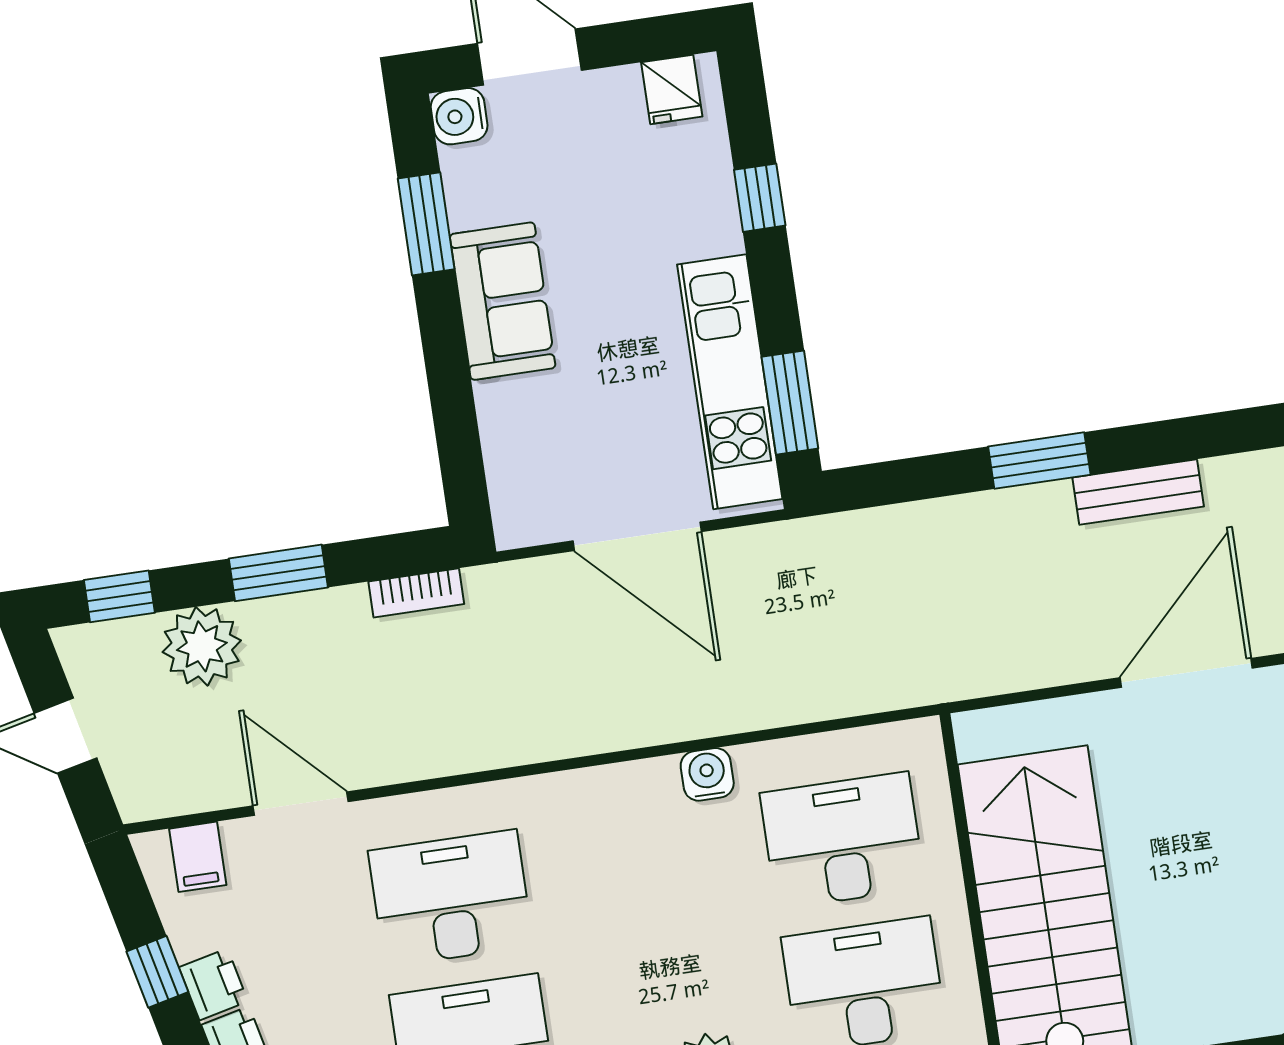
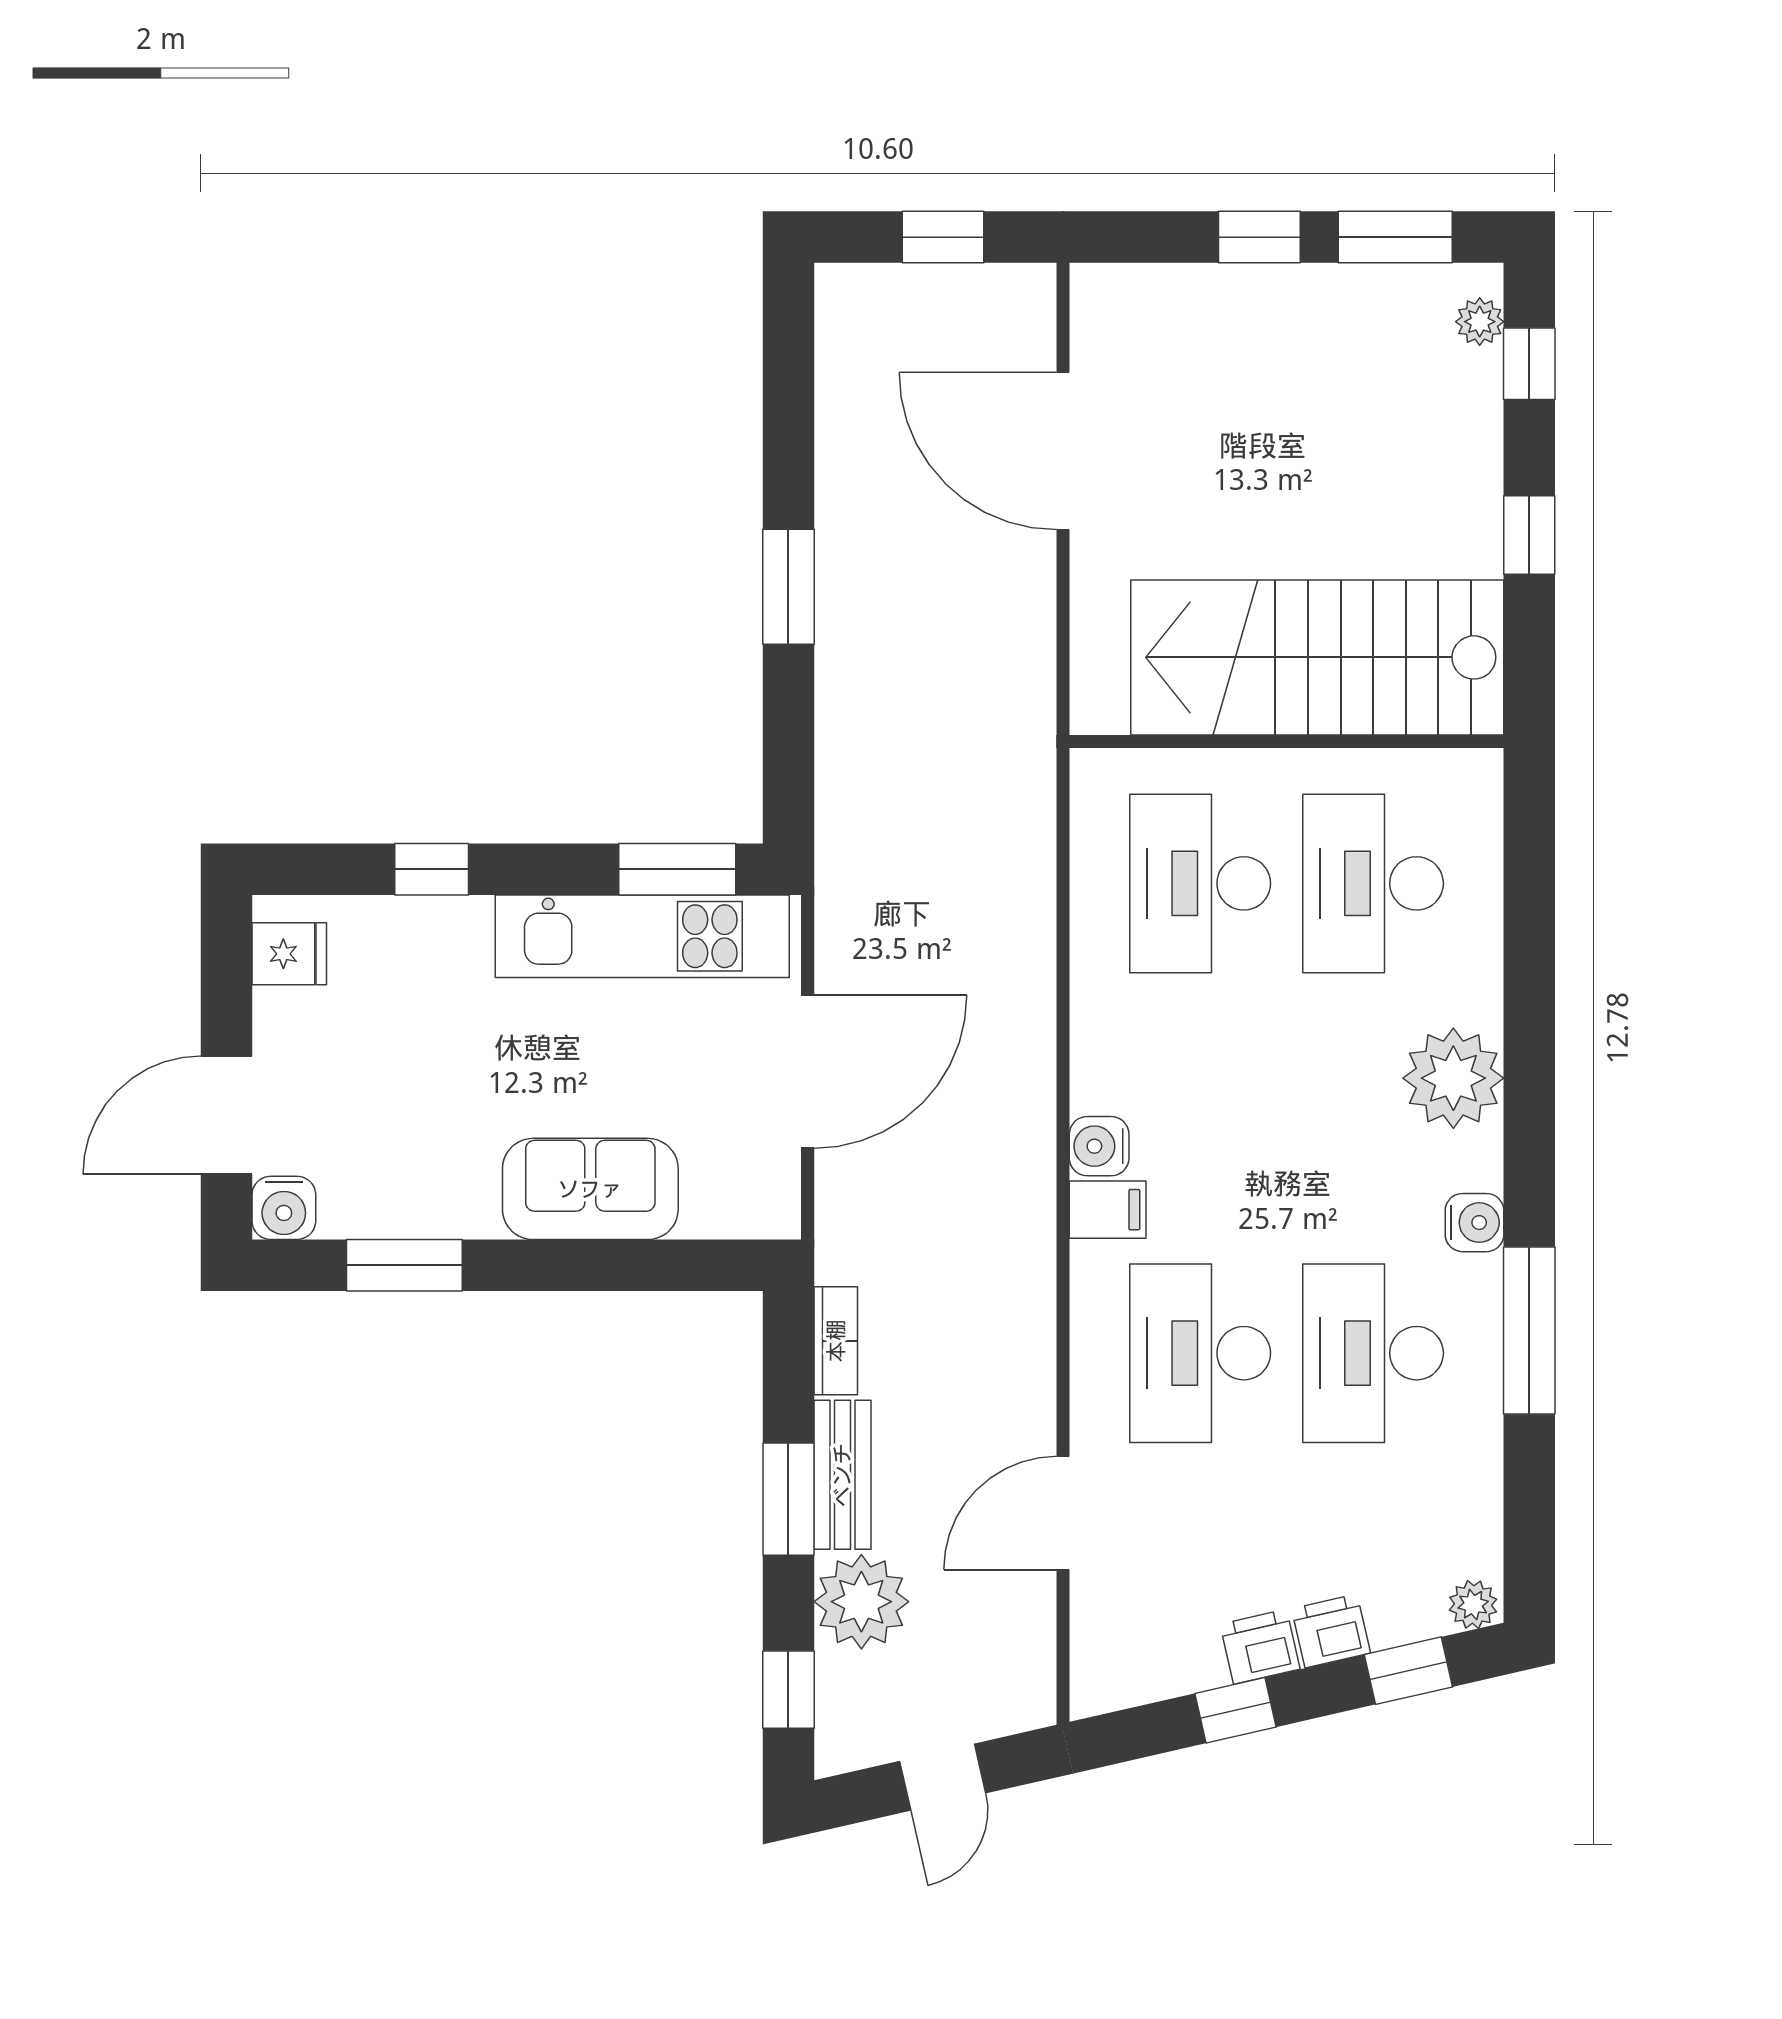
sofa: (503, 301) -> (590, 1189), moved
bench: (1138, 492) -> (842, 1475), moved
water cooler: (707, 774) -> (1099, 1146), moved
filing cabinet: (198, 857) -> (1108, 1210), moved

